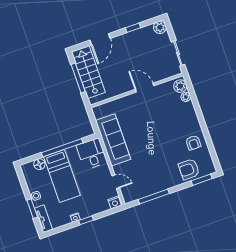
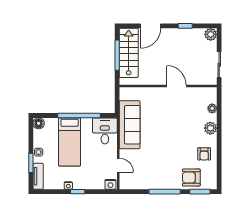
plant: (180, 86) -> (210, 128), moved
floor lamp: (39, 164) -> (39, 123), moved
window: (154, 196) -> (165, 192), moved

